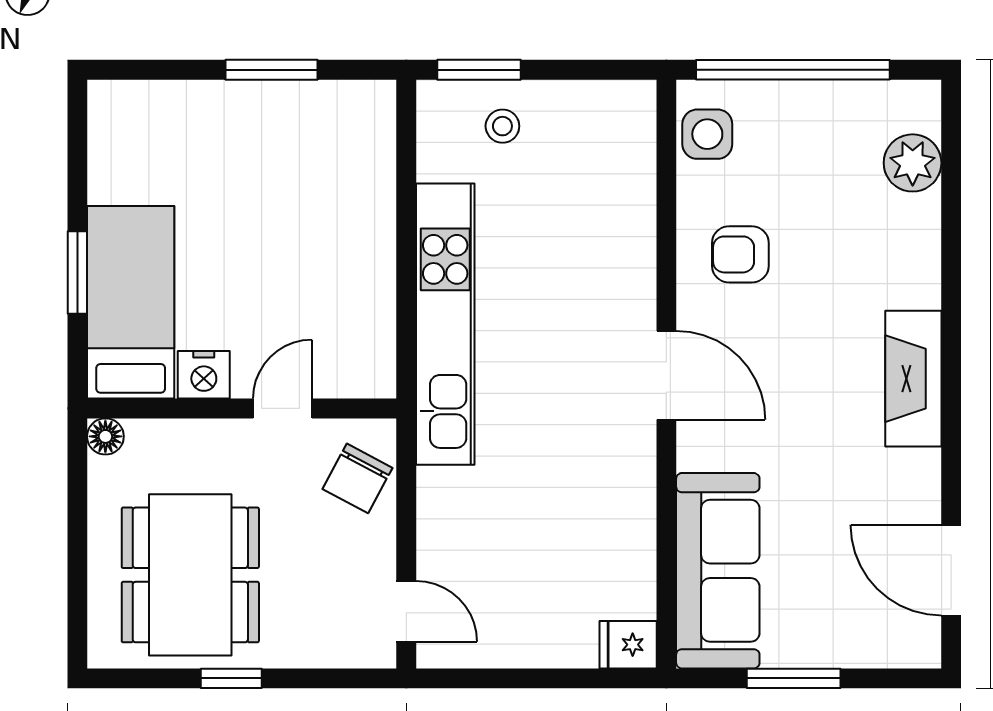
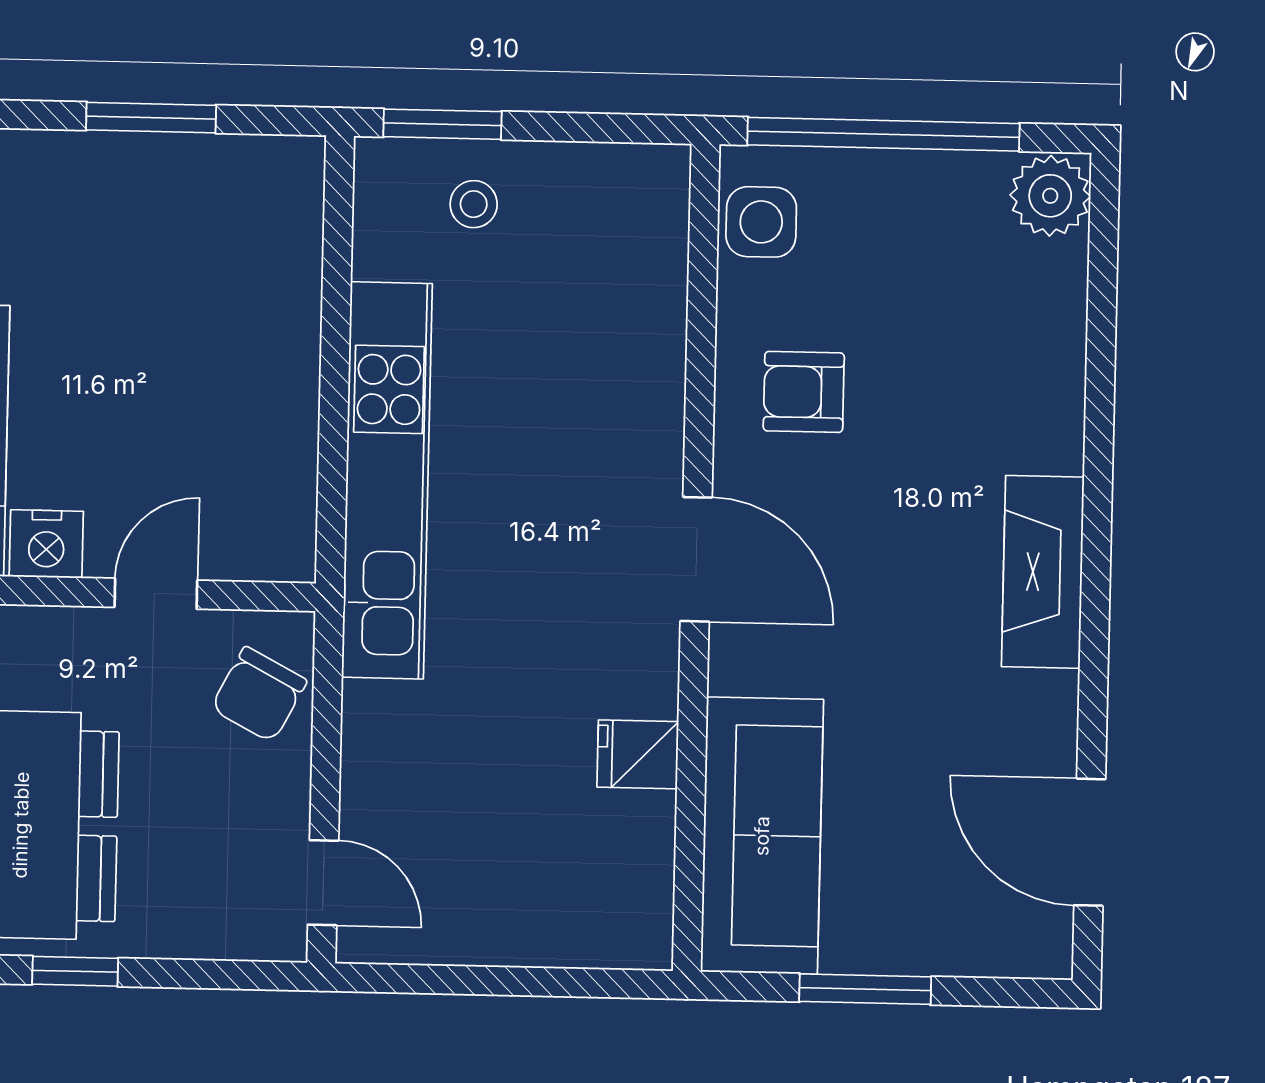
plant: (913, 163) -> (1050, 196), moved
fridge: (628, 645) -> (638, 754), moved

